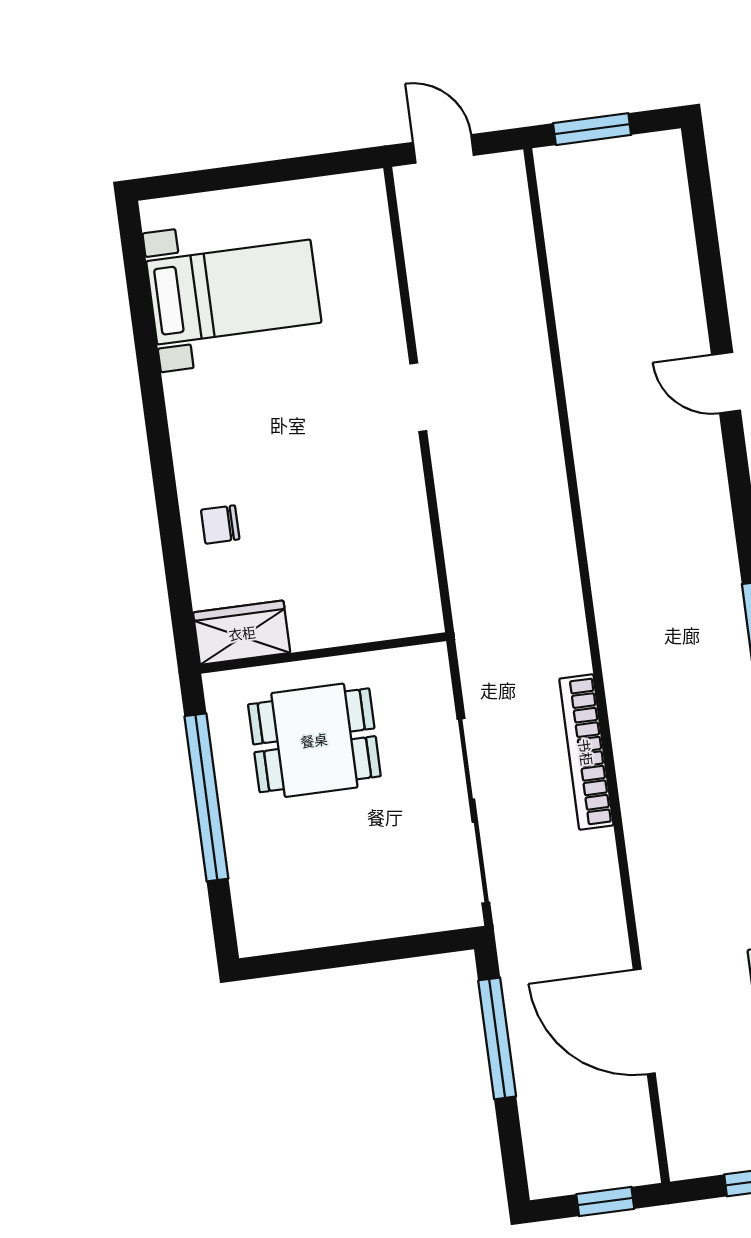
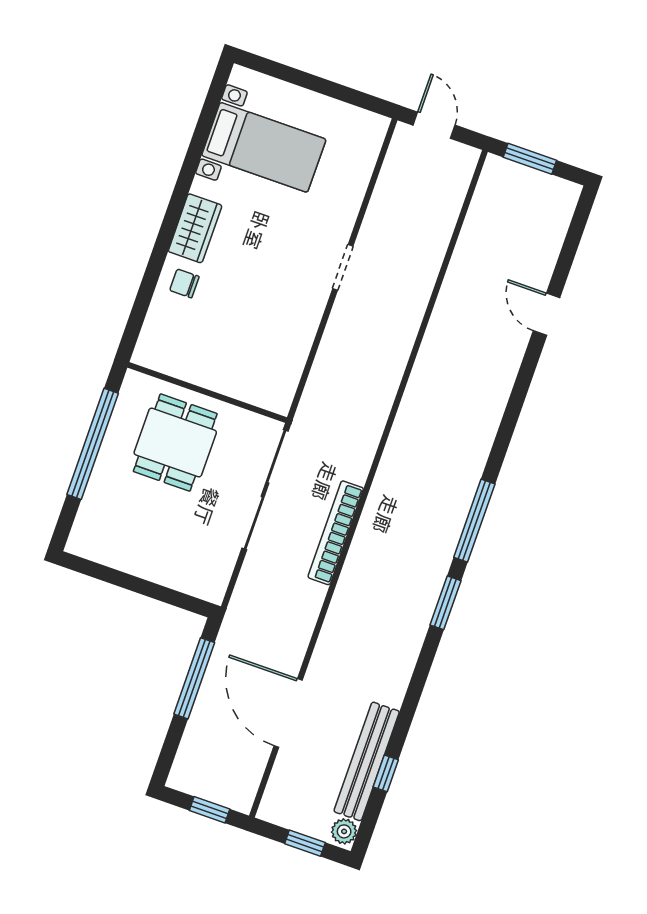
door: (726, 383) -> (547, 314), moved
wardrobe: (242, 633) -> (195, 228), moved, turned 90
dining table: (314, 740) -> (175, 443), turned 90
sliding door: (473, 811) -> (265, 490), moved

